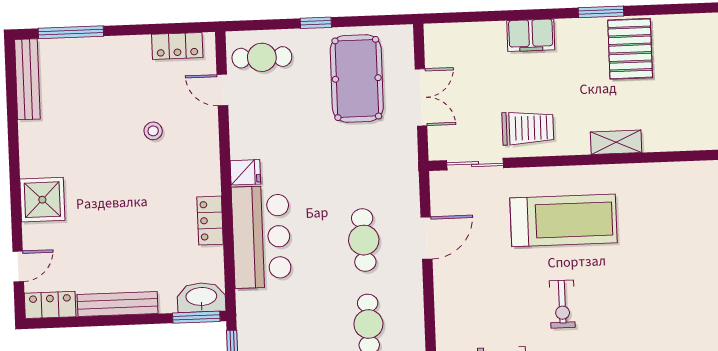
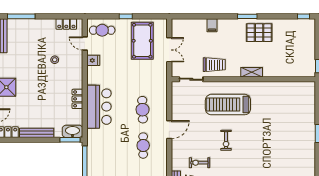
filing cabinet: (531, 35) -> (212, 25), width x0.50
pallet: (630, 49) -> (259, 33), turned 90
fridge: (245, 172) -> (93, 60), moved
treadmill: (564, 220) -> (228, 105), turned 180
door: (426, 238) -> (169, 130), moved

